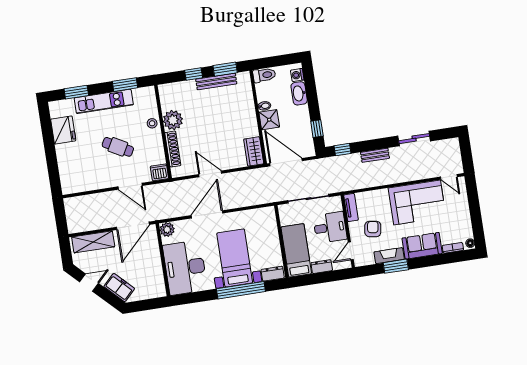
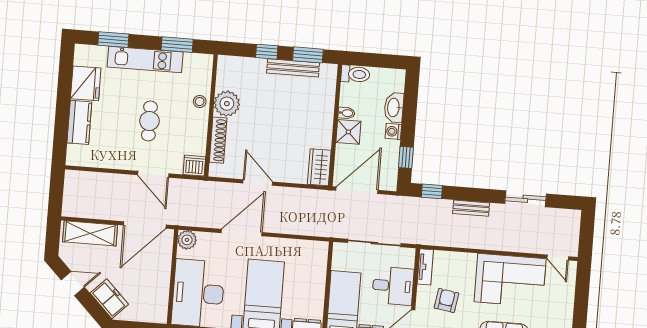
washing machine: (297, 75) -> (393, 131), moved
cafe table: (118, 147) -> (149, 121), turned 61
kitchen counter: (65, 160) -> (79, 122), added
door: (286, 162) -> (357, 190), hinge flipped

